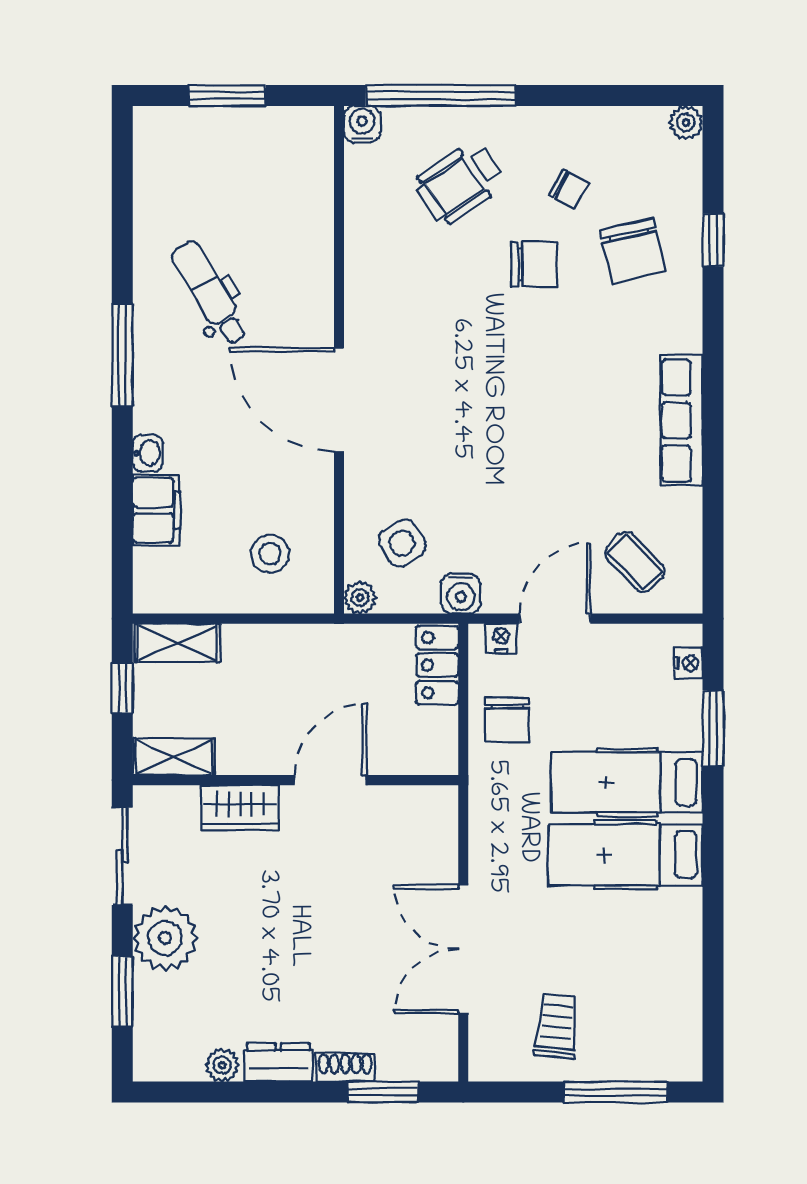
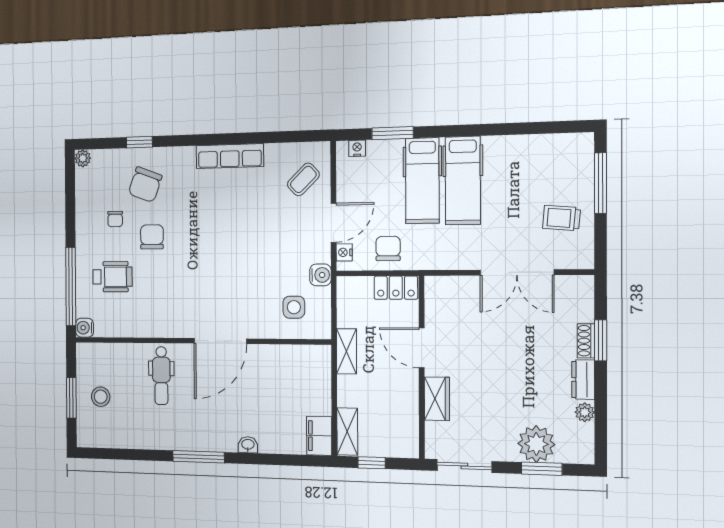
wheelchair: (459, 183) -> (112, 277), turned -56
chair: (569, 189) -> (115, 219), turned 151
chair: (633, 251) -> (145, 185), turned 123
dental chair: (210, 293) -> (161, 376), moved, turned -59
filing cabinet: (156, 510) -> (319, 436), moved, turned -90
side table: (402, 543) -> (294, 307), turned 33
stool: (270, 554) -> (101, 397), moved
plant: (360, 598) -> (323, 330), removed
door: (555, 619) -> (333, 223), swing flipped
locker: (437, 665) -> (396, 288), moved
chair: (507, 720) -> (388, 248), turned -90
shelving: (174, 757) -> (346, 351), moved
plant: (165, 938) -> (536, 444), moved
window: (383, 1092) -> (601, 340), moved

